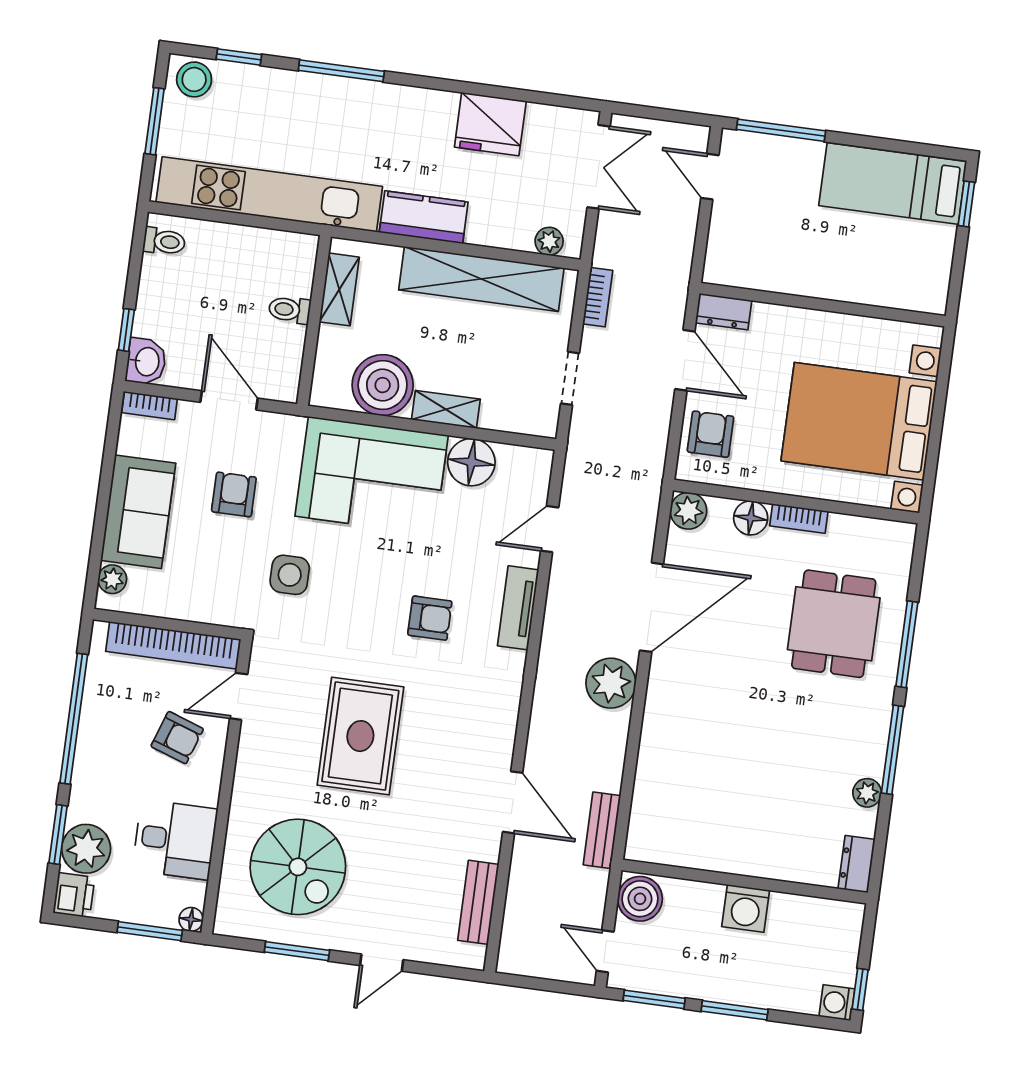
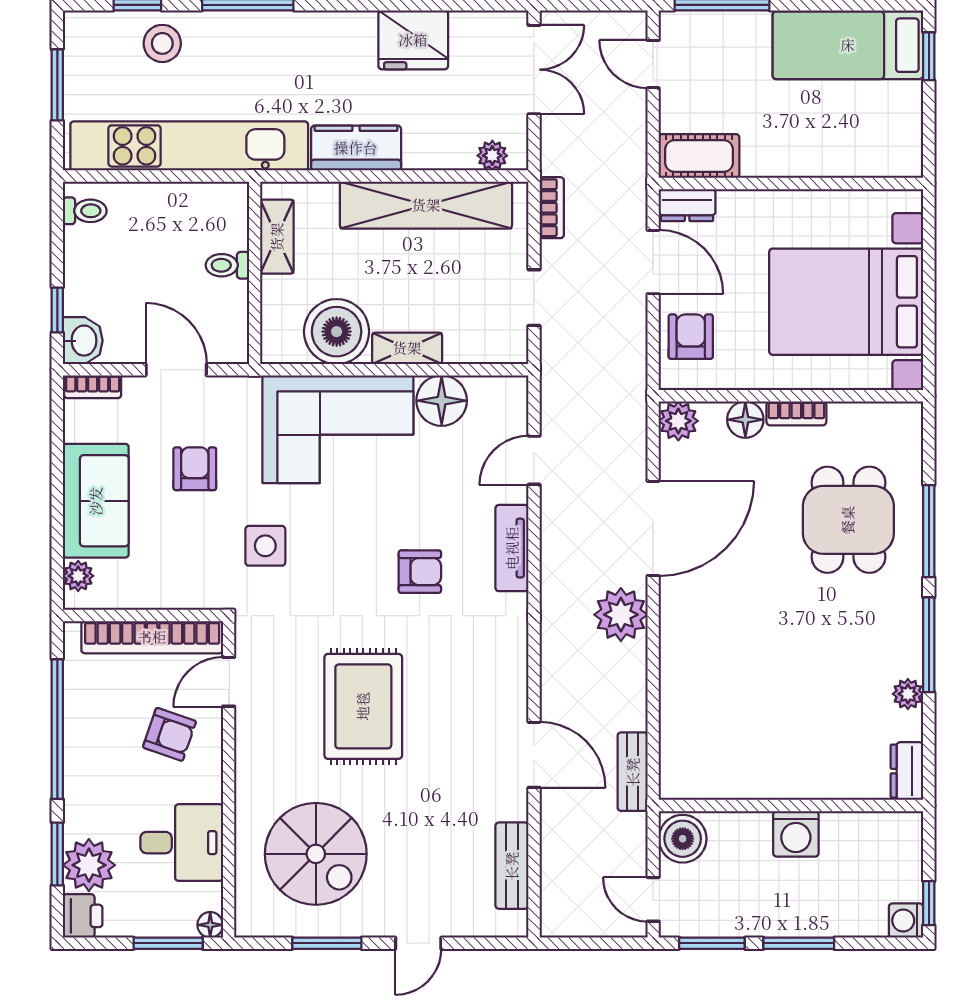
stool: (194, 79) -> (162, 43), moved
cot: (741, 268) -> (699, 156), added

